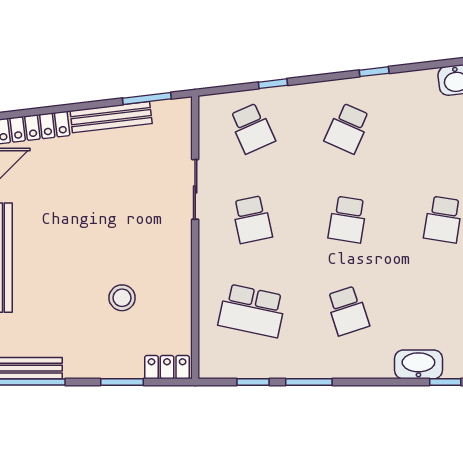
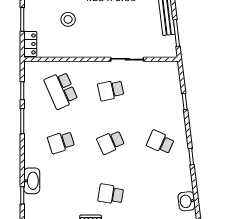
school desk: (252, 128) -> (160, 90), removed
school desk: (348, 219) -> (111, 142), turned -33
school desk: (252, 311) -> (61, 90), turned -36

